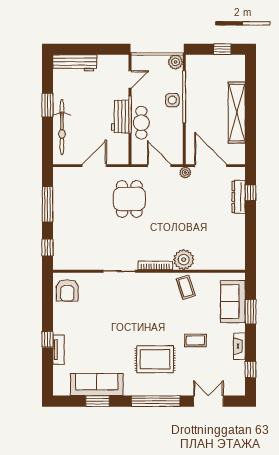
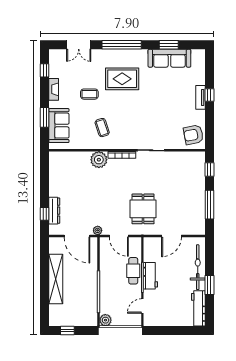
workbench: (75, 63) -> (198, 308), moved, turned -90
side table: (172, 100) -> (108, 289), removed
coffee table: (186, 287) -> (102, 128), moved
armchair: (67, 290) -> (193, 135), turned -101
tv unit: (59, 350) -> (200, 97), moved

